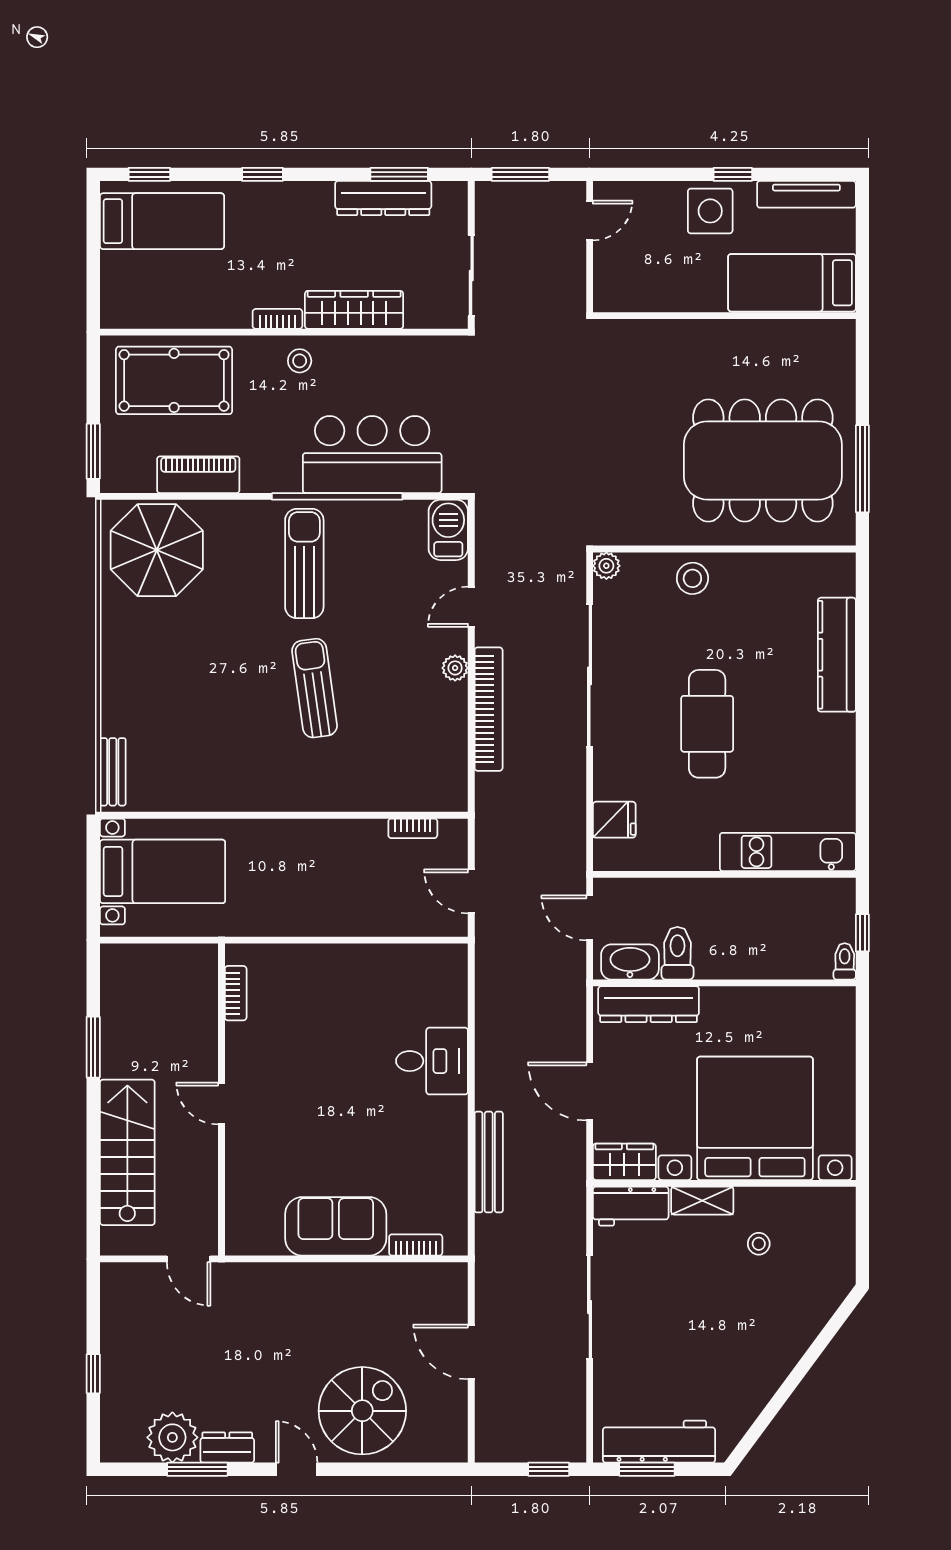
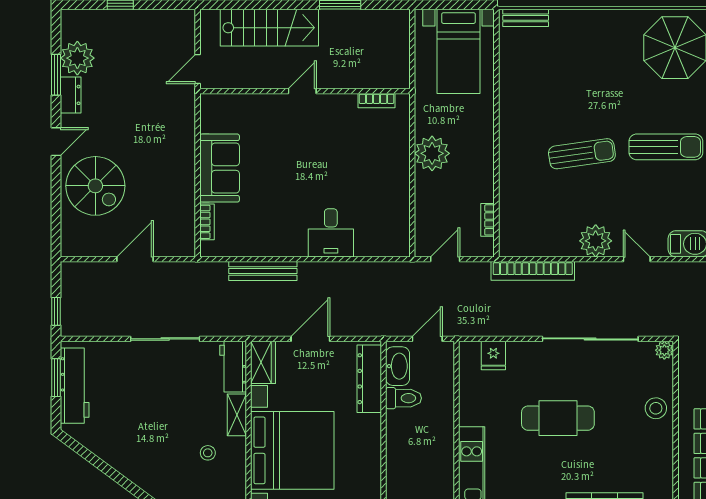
plant: (455, 668) -> (596, 241), width x1.88, depth x1.88
bookcase: (489, 709) -> (533, 271), moved
plant: (314, 911) -> (432, 153), added

